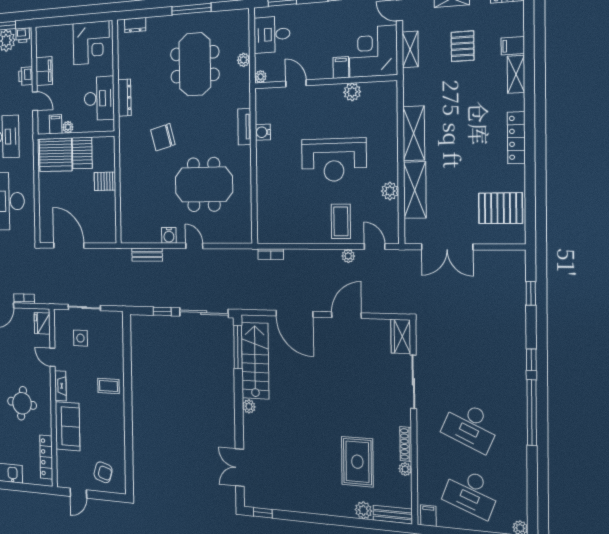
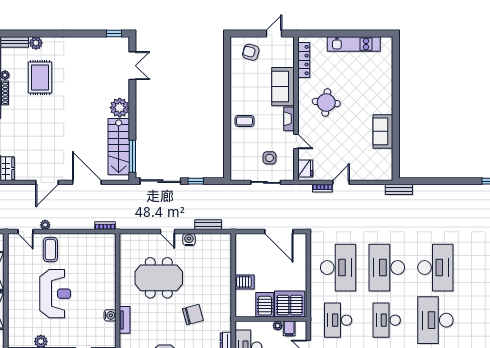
reception desk: (334, 160) -> (55, 294), turned 90
plant: (390, 191) -> (14, 271), removed
plant: (249, 406) -> (120, 108), width x1.87, depth x1.87

